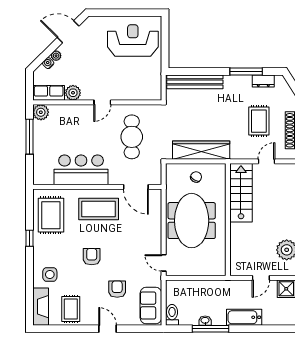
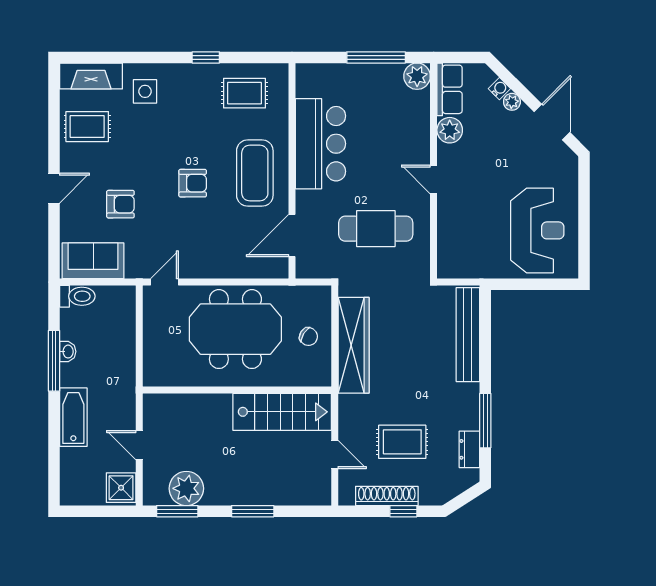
rug: (51, 215) -> (244, 93), width x0.73, depth x0.70
armchair: (92, 257) -> (193, 183), moved

